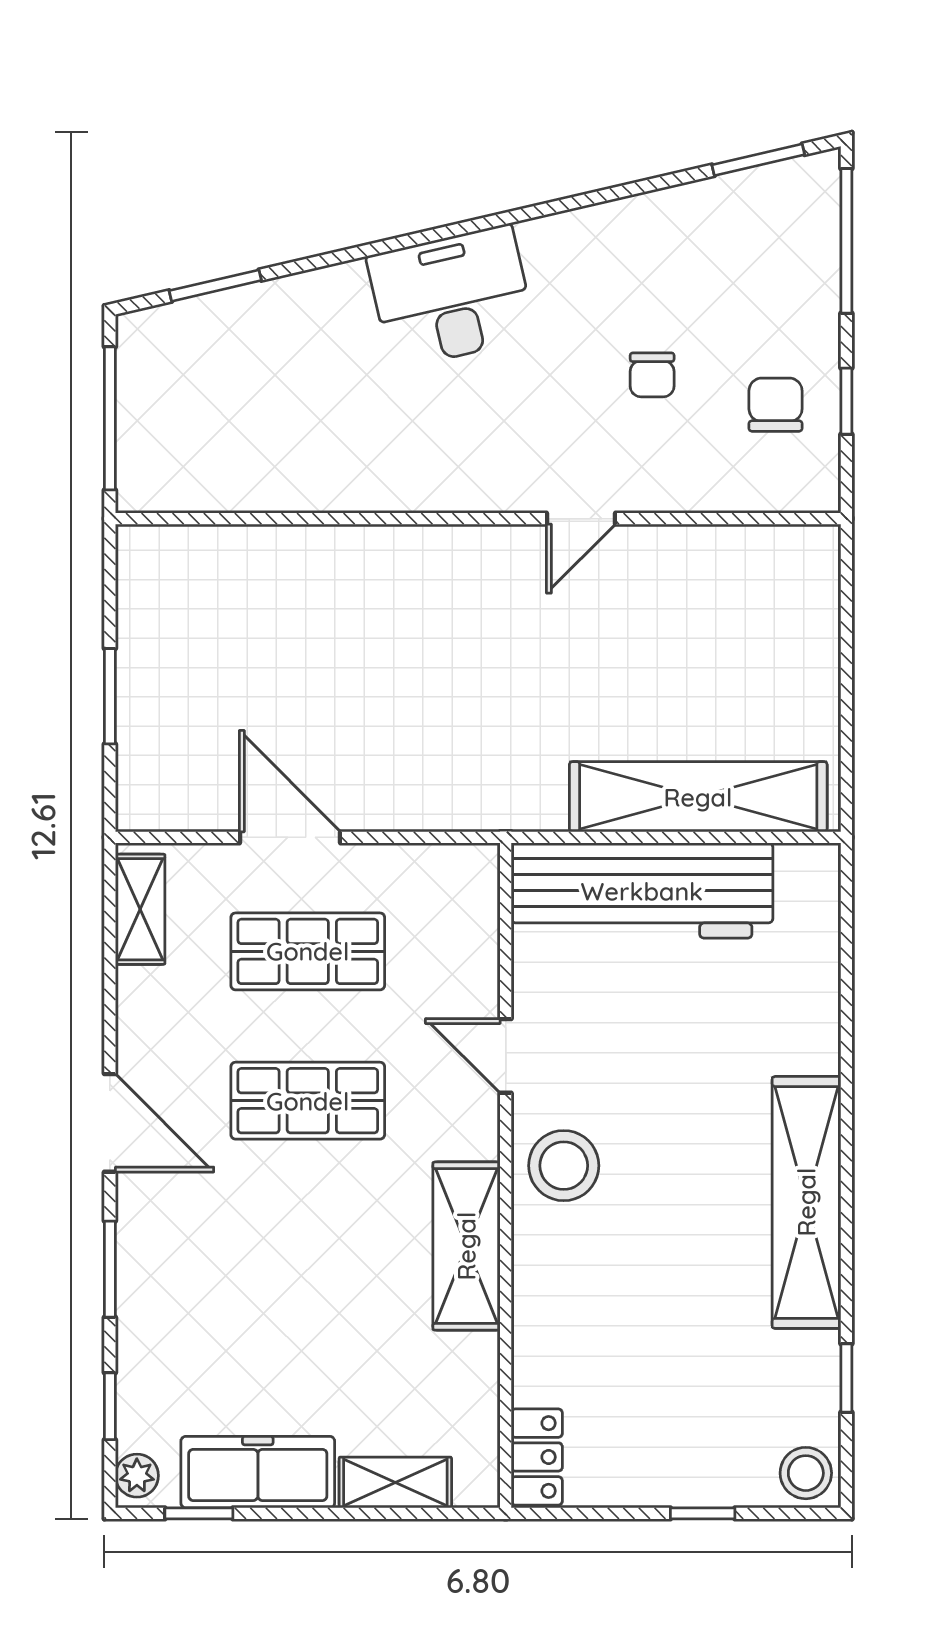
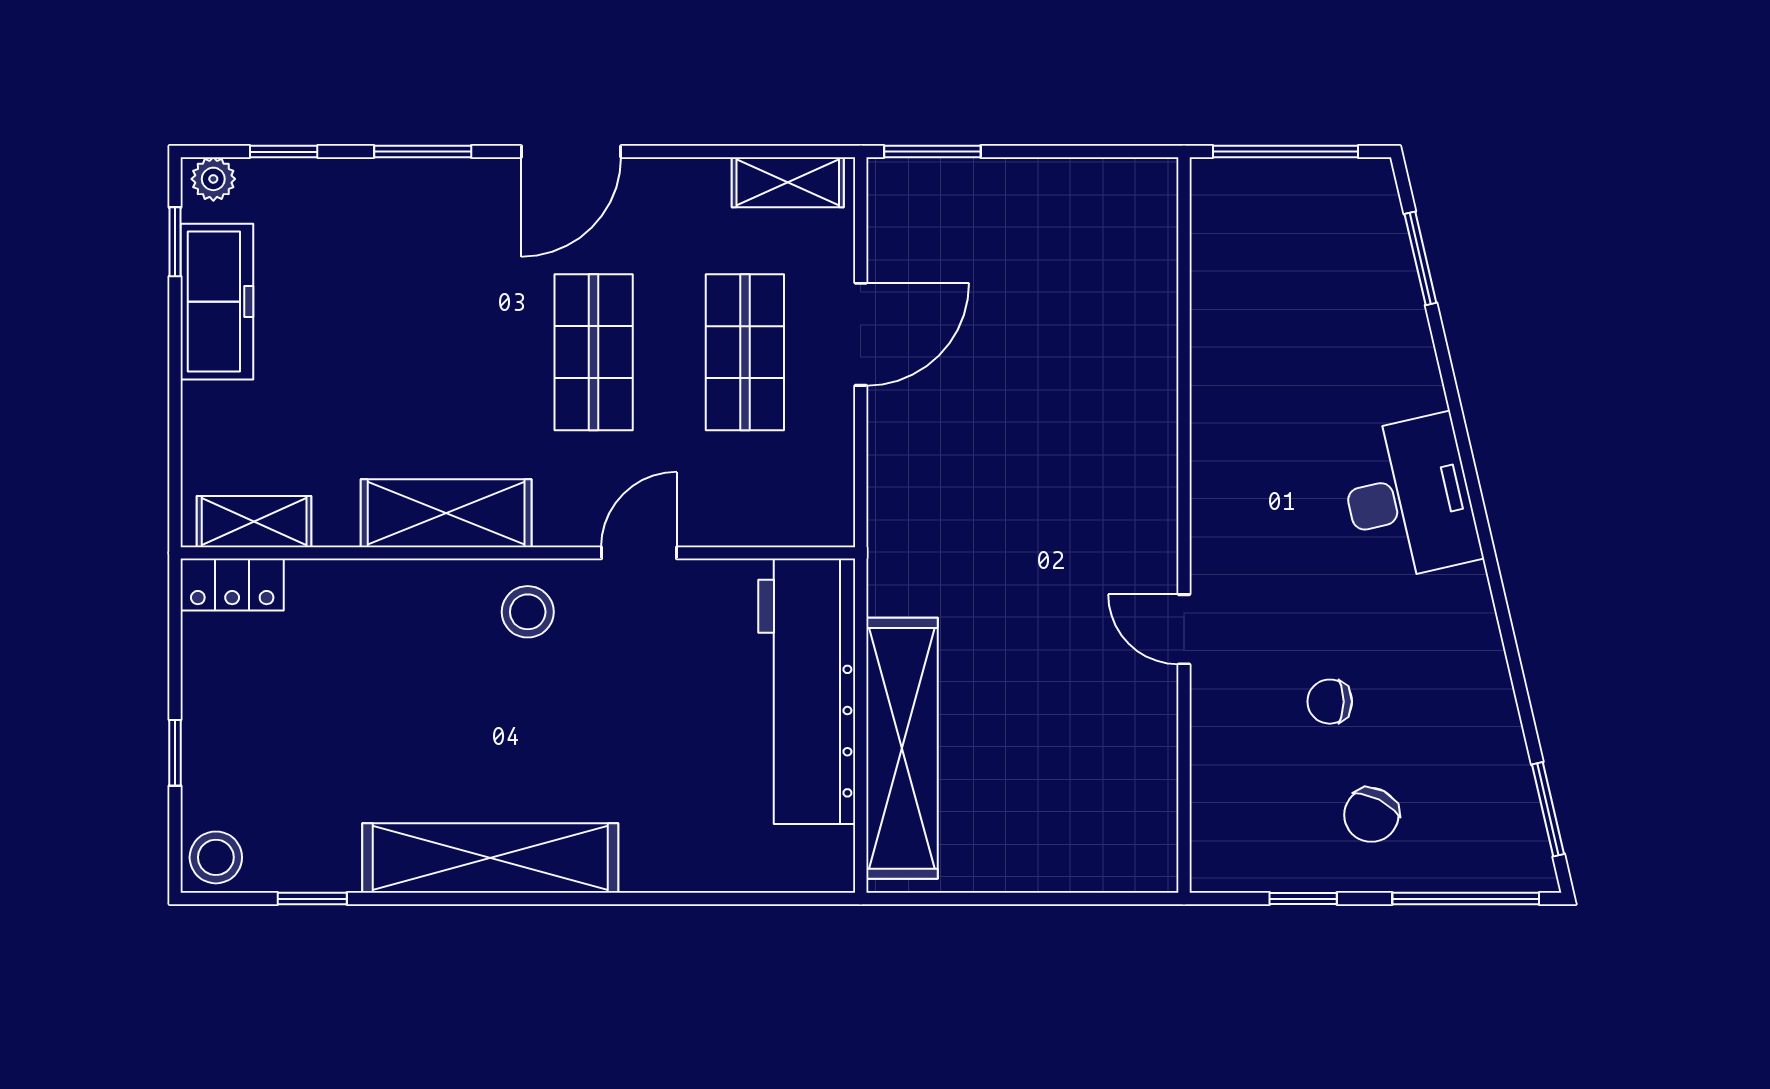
chair: (776, 405) -> (1371, 815), moved, turned 117
window: (110, 696) -> (932, 152), moved
stool: (564, 1166) -> (528, 612), width x0.73, depth x0.73
shelving: (395, 1482) -> (254, 522), moved, turned 90

